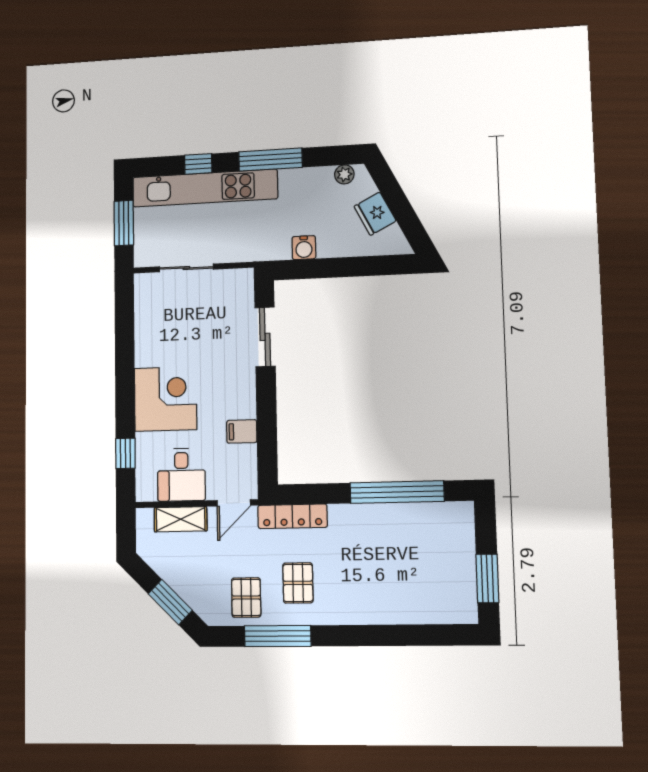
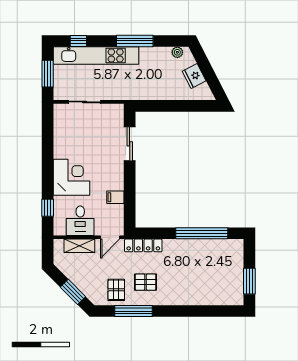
window: (198, 164) -> (78, 41), moved
water cooler: (304, 248) -> (153, 94), removed
pallet: (298, 583) -> (145, 282), turned 90

